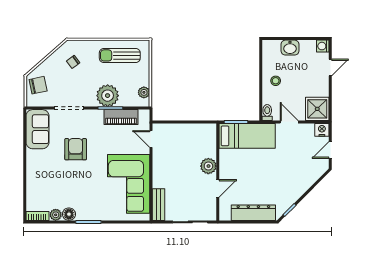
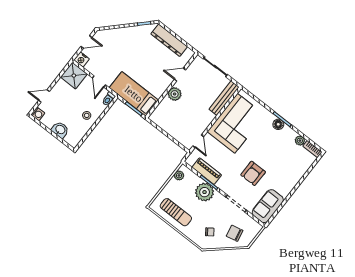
chair: (38, 85) -> (235, 233), moved
bench: (159, 205) -> (224, 98), width x1.36
floor lamp: (69, 214) -> (278, 124), moved

